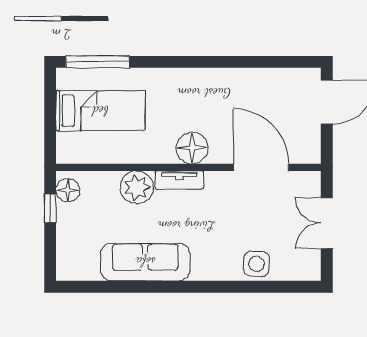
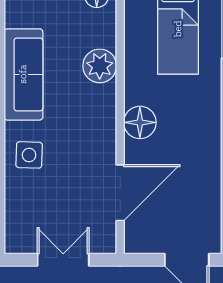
tv unit: (179, 180) -> (107, 109), removed
side table: (256, 264) -> (29, 155), moved

